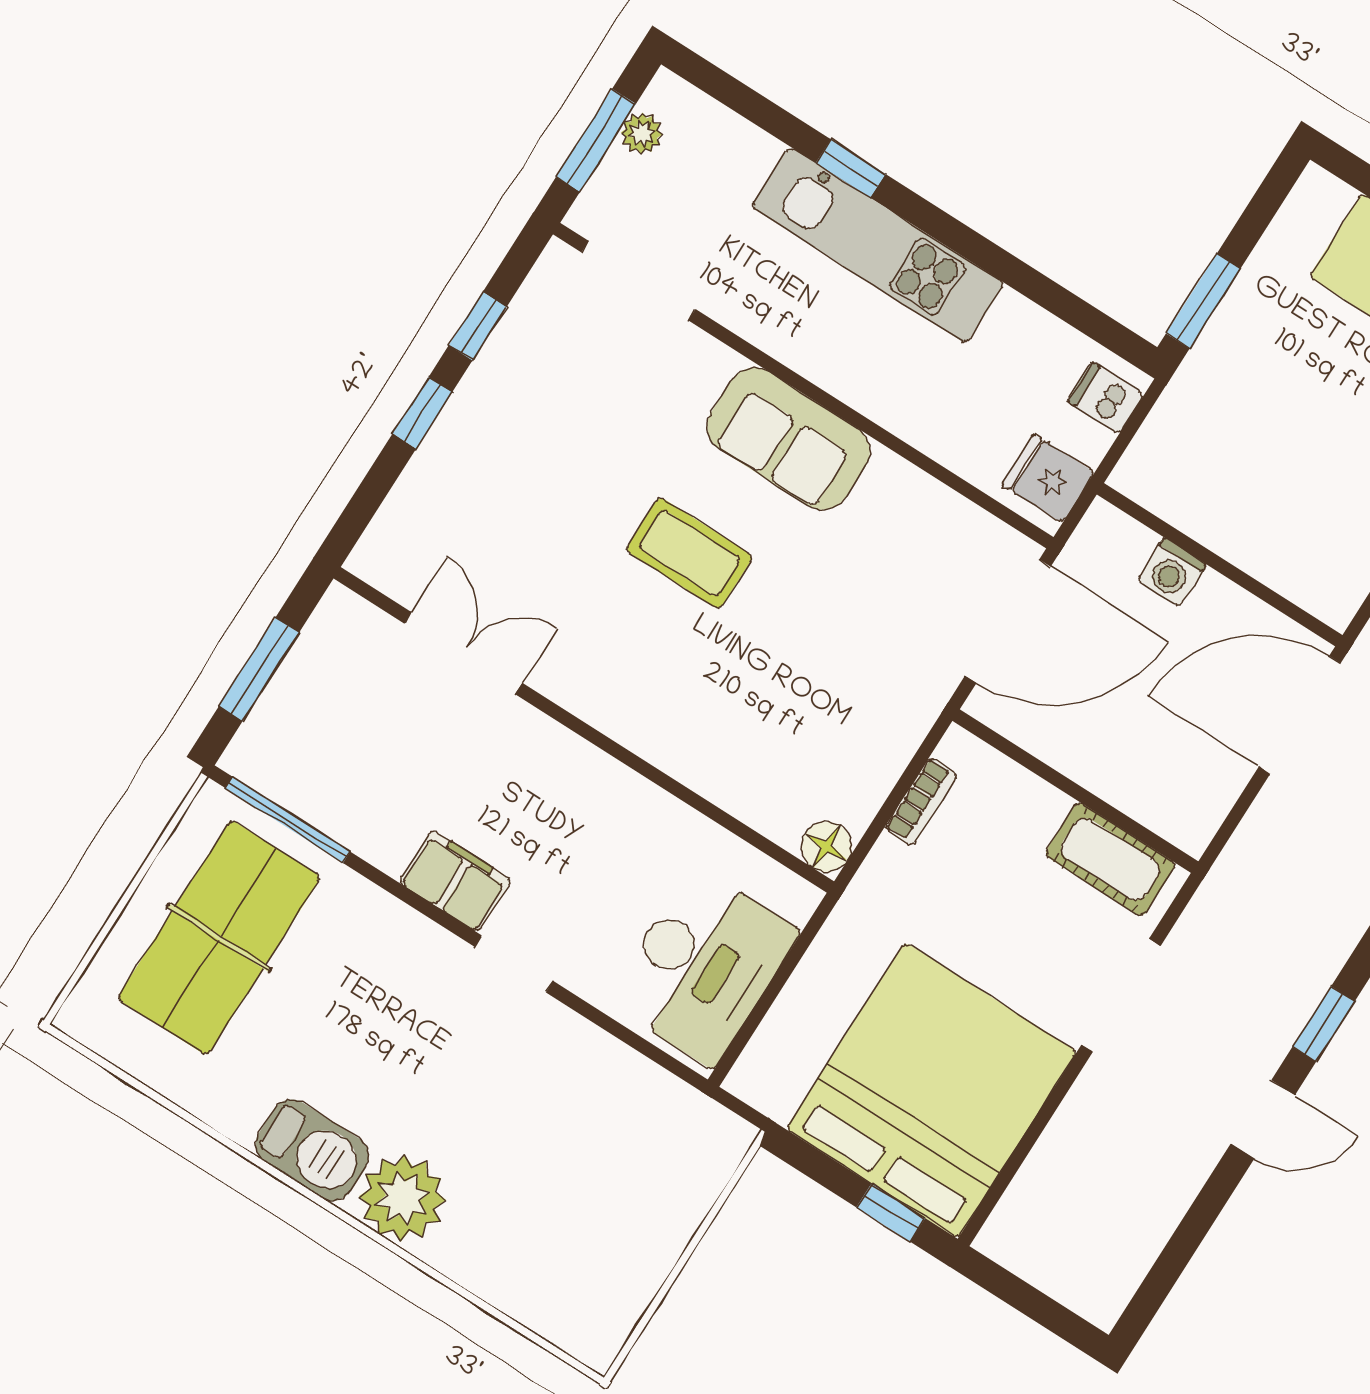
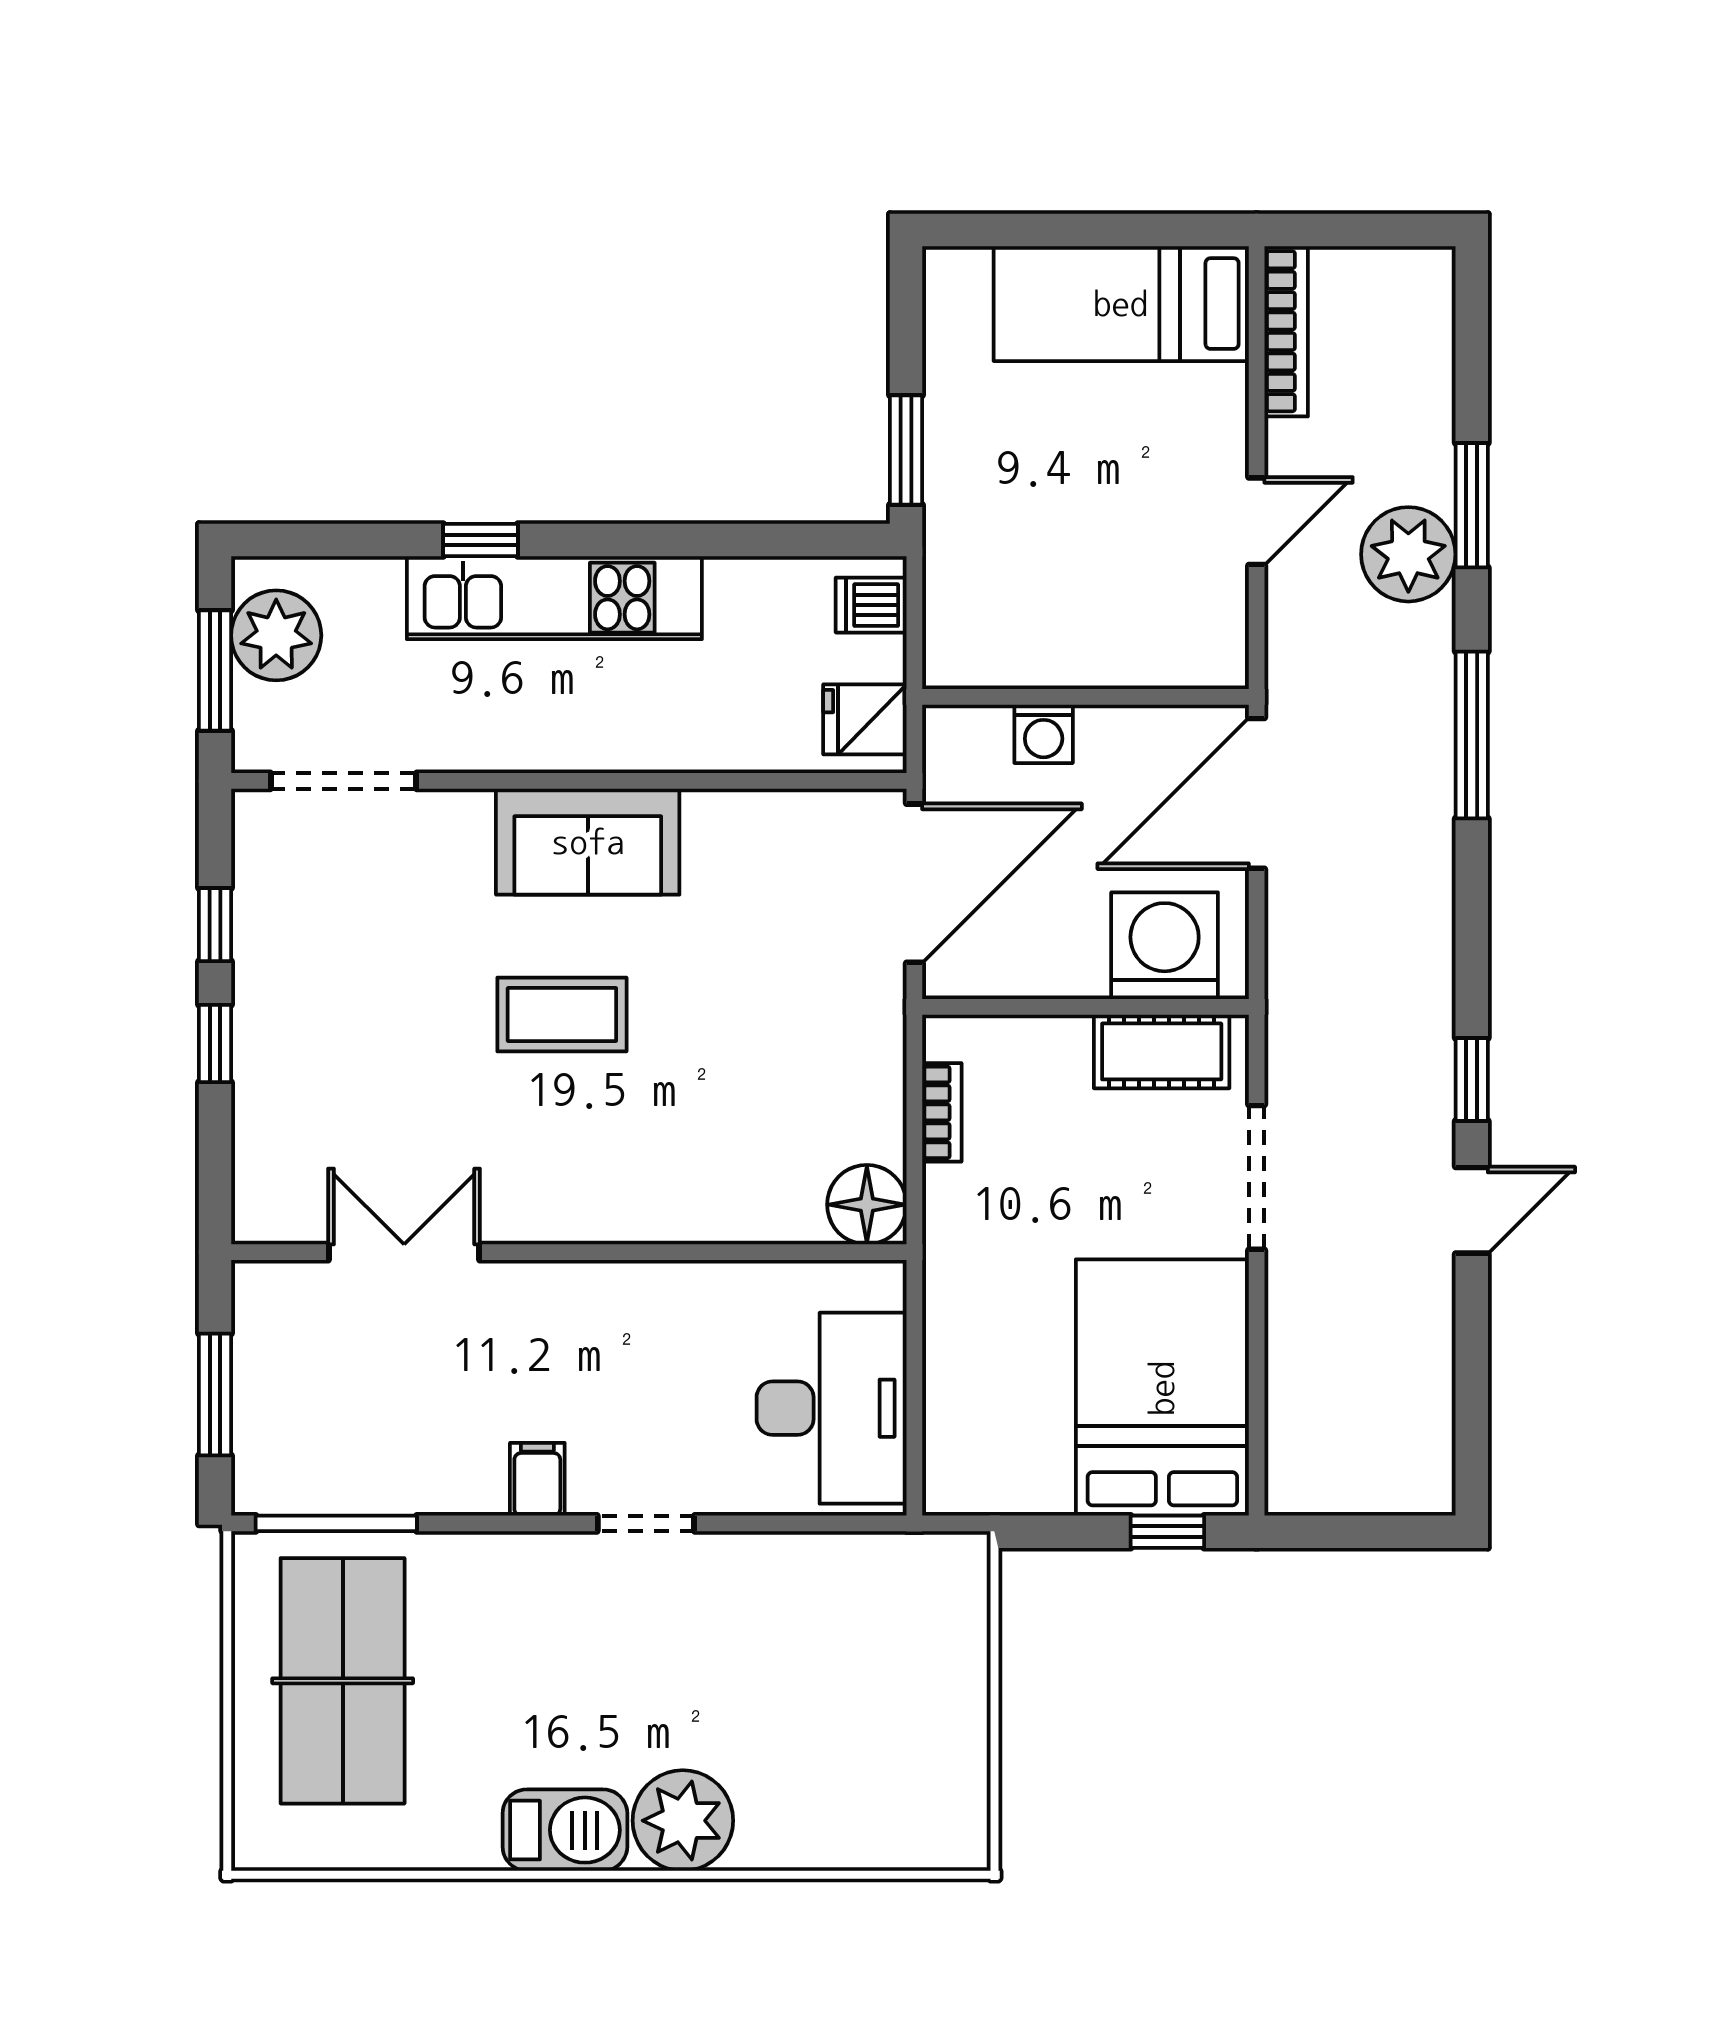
plant: (642, 133) -> (276, 635), width x1.88, depth x1.88
washing machine: (1162, 783) -> (1165, 946), added
floor lamp: (826, 847) -> (867, 1205), width x1.38, depth x1.38
filing cabinet: (455, 881) -> (537, 1479), width x0.50
bed: (931, 1090) -> (1162, 1388), width x0.73

